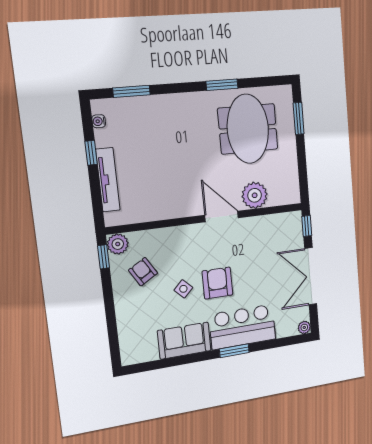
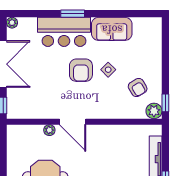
plant: (255, 195) -> (49, 130), width x0.53, depth x0.53

